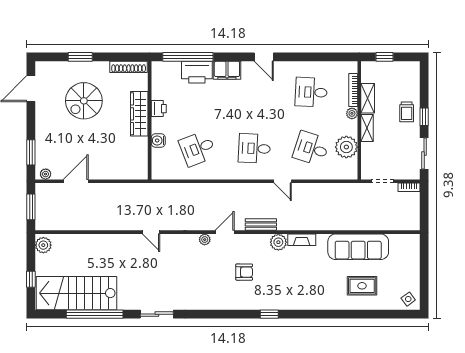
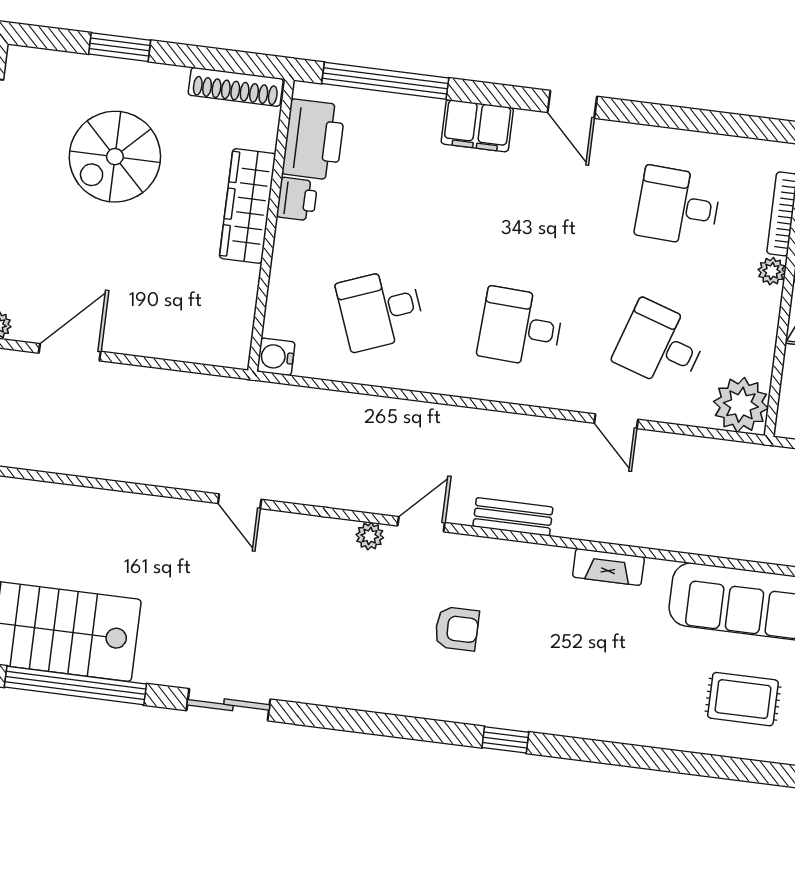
printer: (197, 72) -> (314, 140), moved, turned -90
water cooler: (158, 140) -> (276, 357), moved
plant: (346, 147) -> (741, 405), moved
door: (283, 181) -> (616, 421), moved
plant: (278, 242) -> (550, 566), removed

